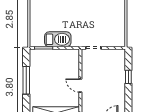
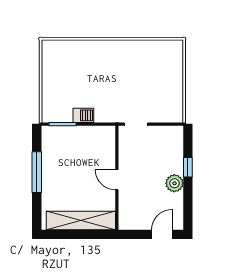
barbecue: (58, 39) -> (83, 115), width x0.53, depth x0.65
plant: (119, 88) -> (174, 183), added

